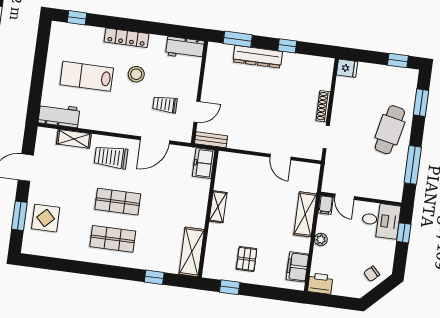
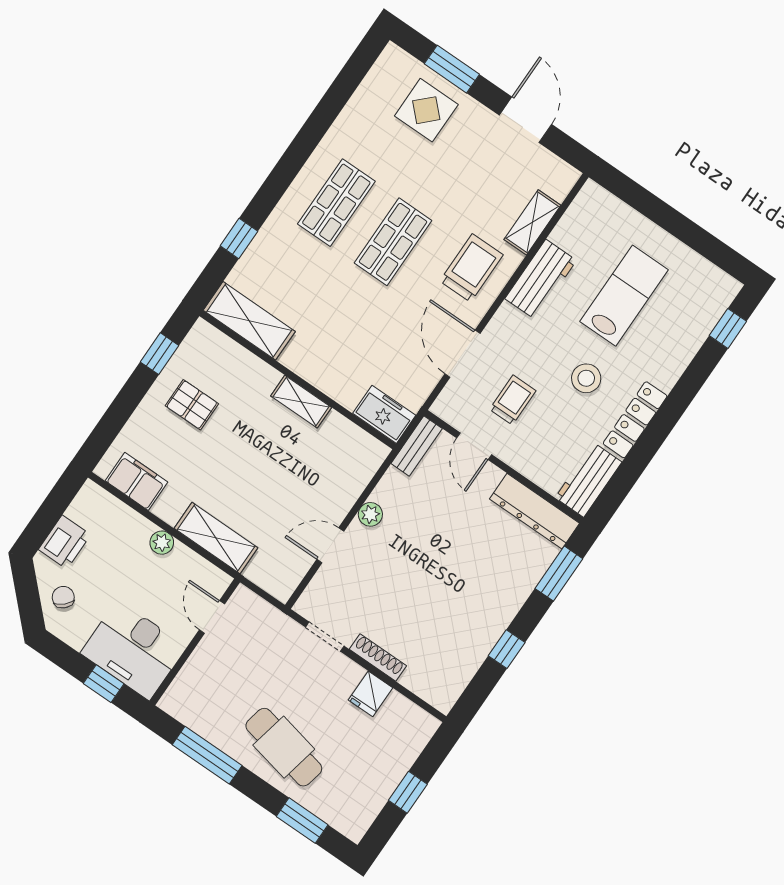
locker: (126, 38) -> (635, 420), moved
dresser: (258, 57) -> (535, 511), moved, turned -90
window: (398, 61) -> (408, 792), moved
fridge: (347, 68) -> (370, 694), moved
workbench: (59, 115) -> (541, 280), moved
plant: (256, 145) -> (370, 514), added
door: (345, 197) -> (212, 617), hinge flipped
filing cabinet: (326, 205) -> (214, 579), removed
desk: (381, 220) -> (133, 650), width x1.37
printer: (320, 283) -> (65, 542), moved

